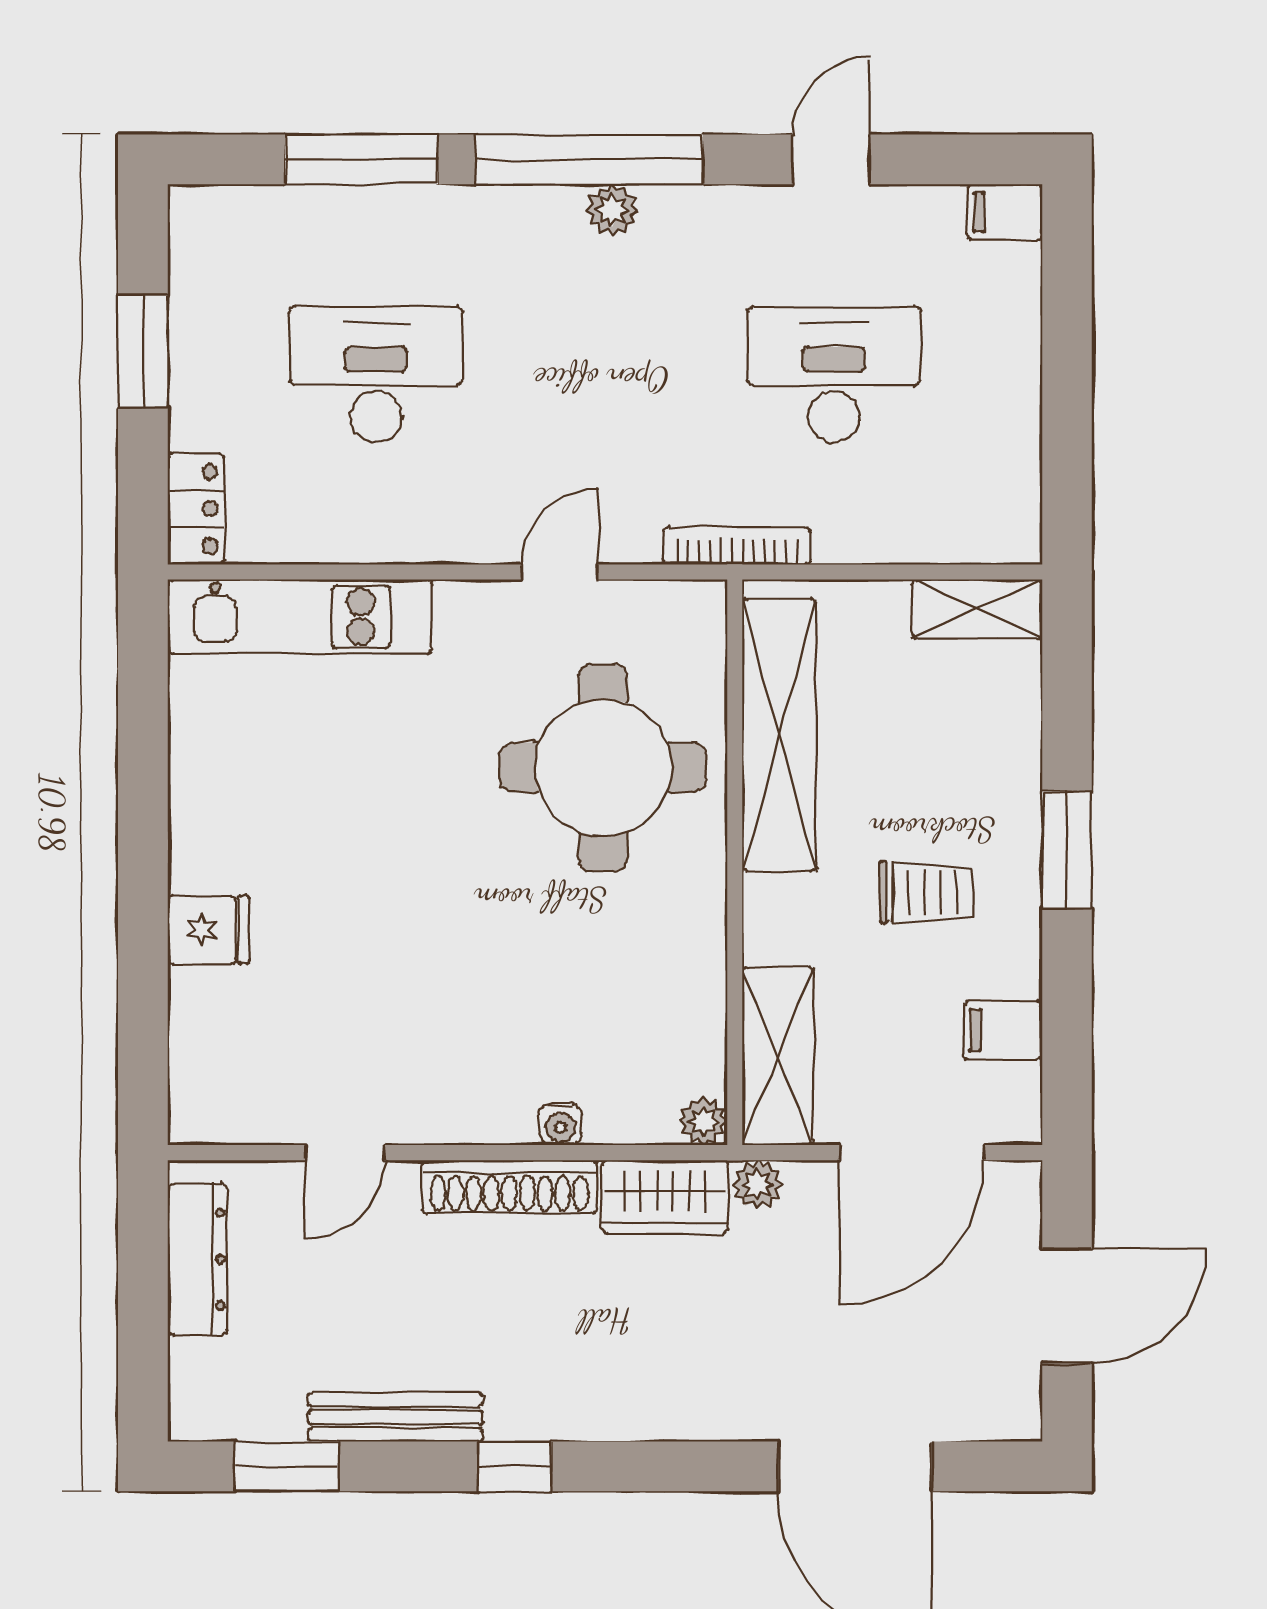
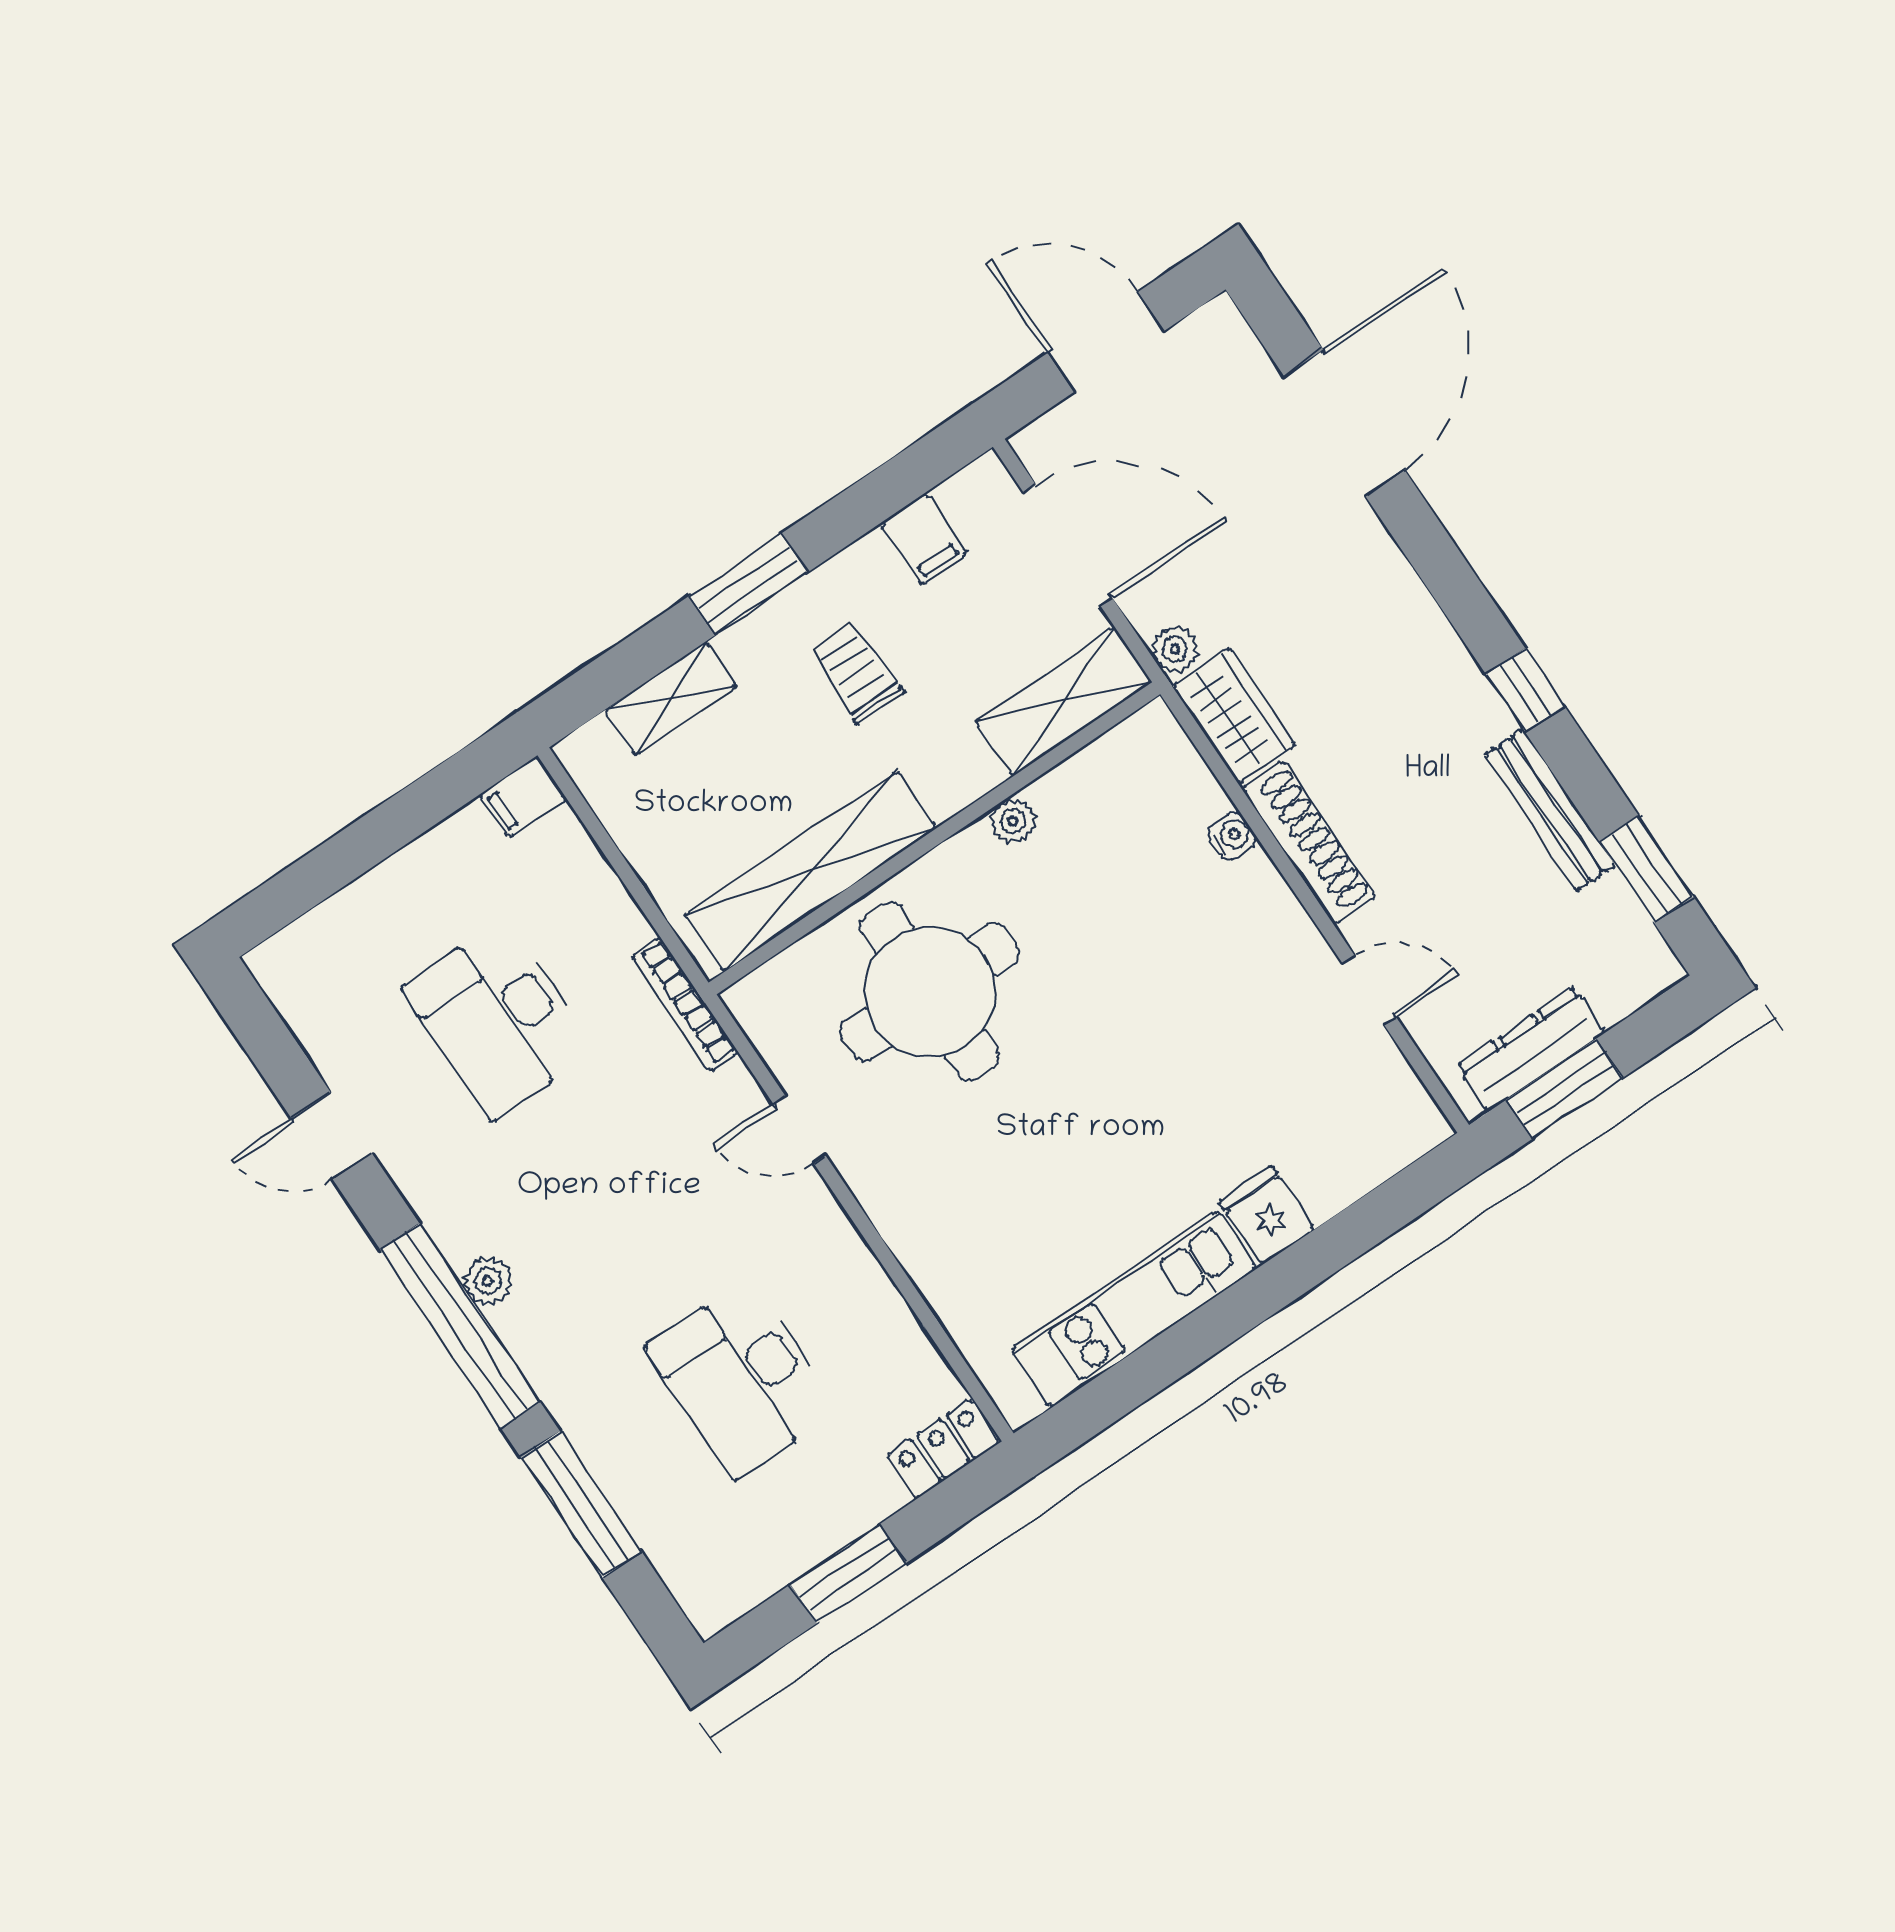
filing cabinet: (1005, 212) -> (523, 797), moved, turned 90
shelving: (977, 609) -> (671, 699), moved, turned 90
kitchen unit: (300, 617) -> (1134, 1309), moved, turned -90
plant: (703, 1121) -> (1013, 821), moved
window: (143, 1265) -> (1564, 1089), added

